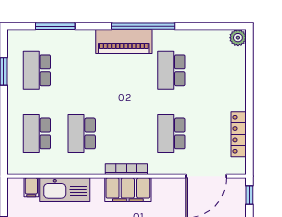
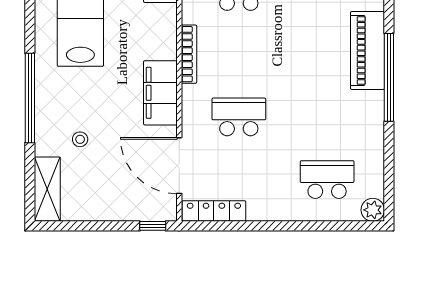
school desk: (171, 70) -> (327, 180), moved
locker: (239, 134) -> (214, 211), moved
filing cabinet: (128, 190) -> (160, 93), moved

